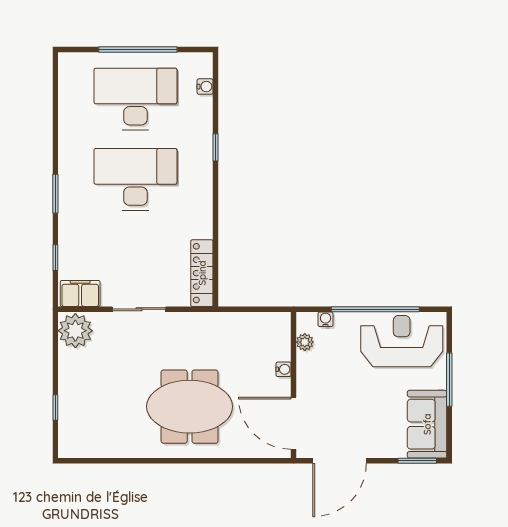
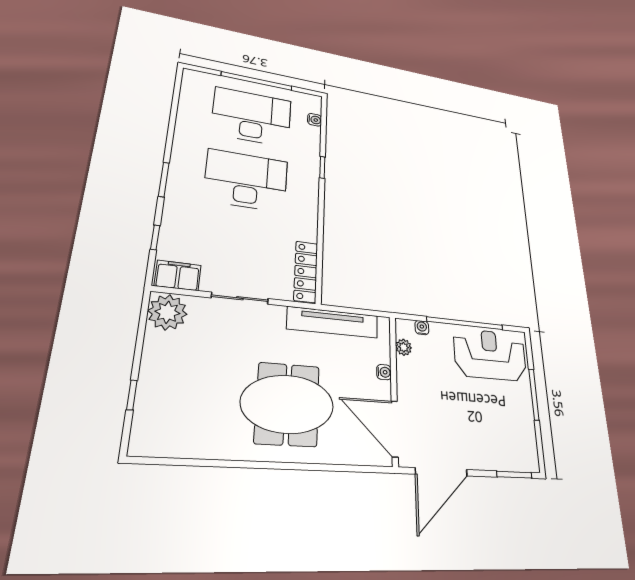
tv unit: (231, 324) -> (333, 322), added
sofa: (427, 424) -> (519, 437), removed

